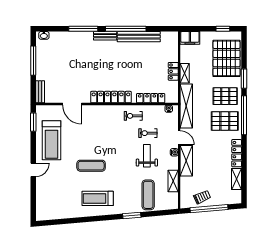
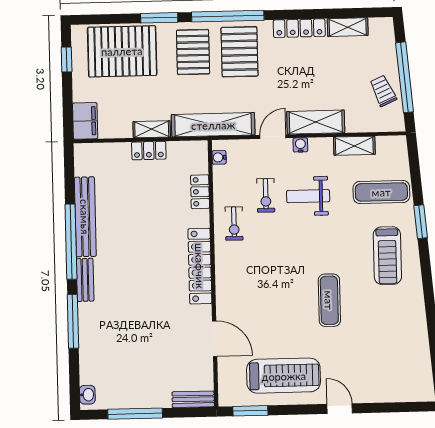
locker: (151, 98) -> (200, 192), width x0.66
door: (72, 104) -> (215, 339), hinge flipped
treadmill: (98, 198) -> (387, 256), moved

